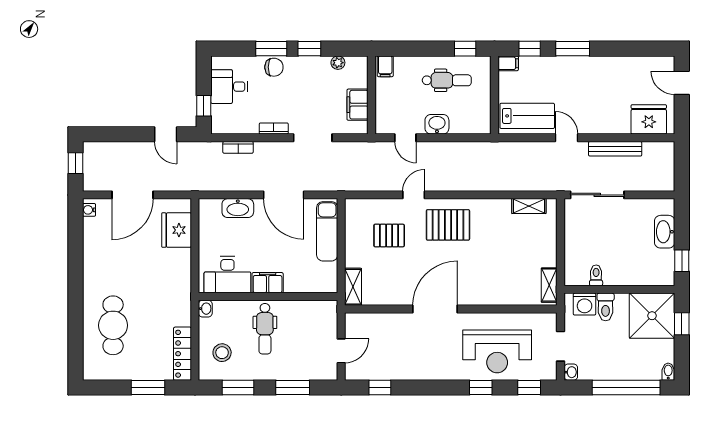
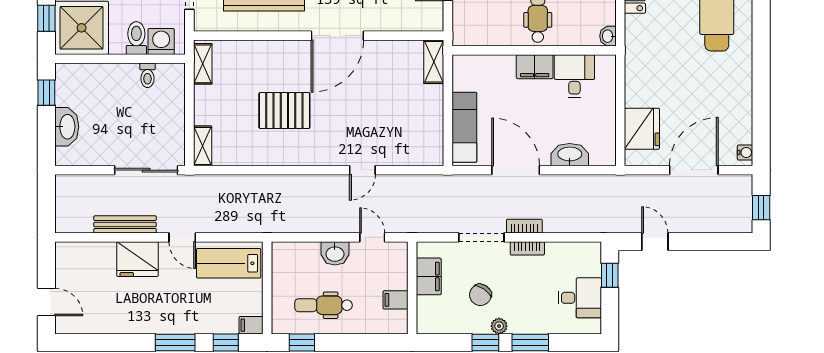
plant: (338, 63) -> (499, 326), moved
filing cabinet: (385, 66) -> (396, 300), moved, turned -90
chair: (274, 67) -> (480, 295), moved, turned -56
fridge: (649, 119) -> (137, 259), moved
bookcase: (238, 147) -> (524, 226), moved
shelving: (529, 206) -> (203, 146), moved, turned 90
pallet: (448, 225) -> (284, 111), moved
pallet: (389, 236) -> (391, 122), removed
desk: (227, 275) -> (574, 76), width x0.73

